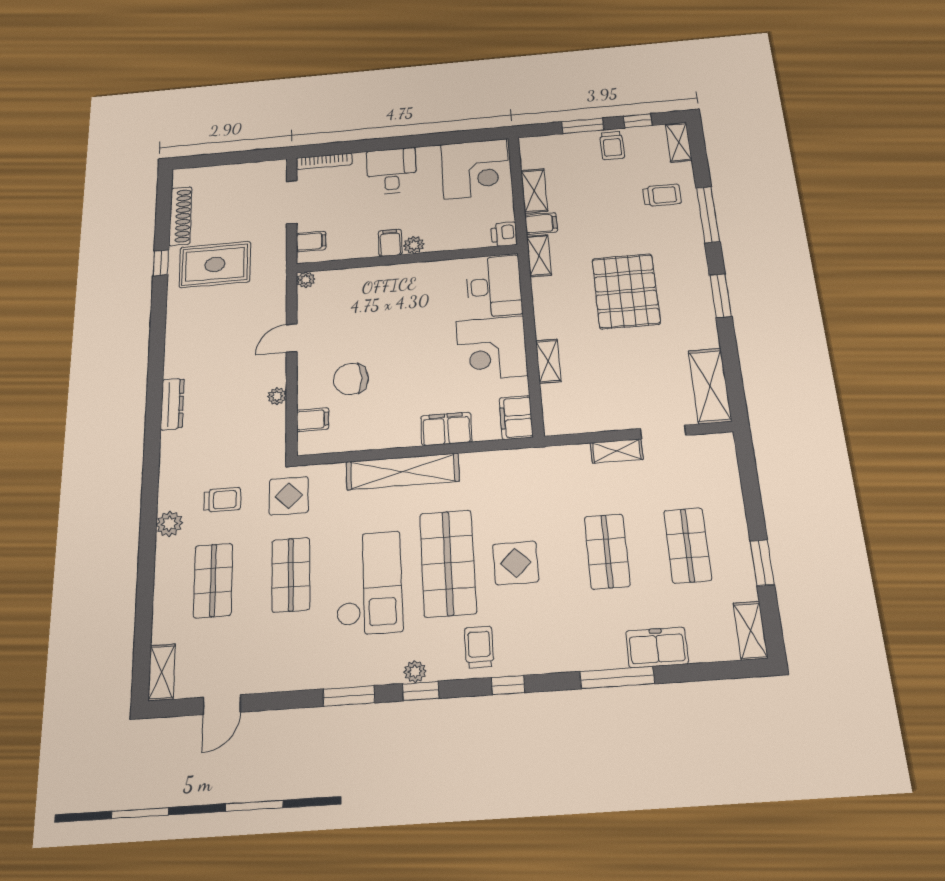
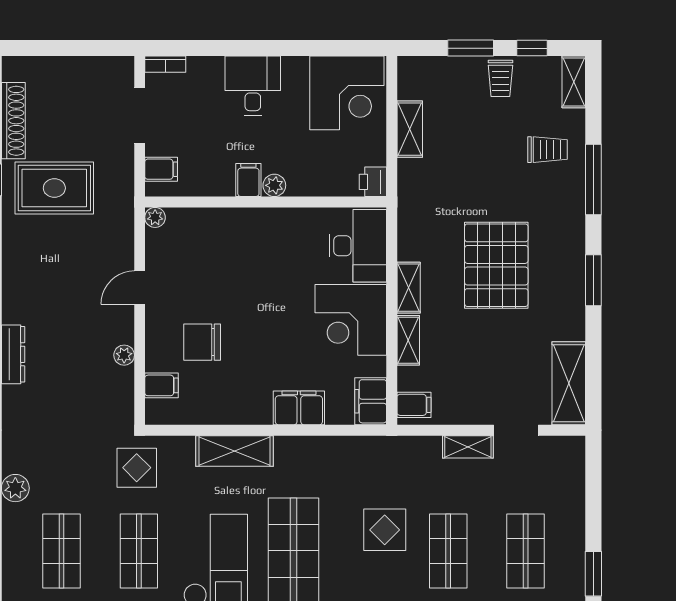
bookcase: (324, 161) -> (165, 64), width x0.64
filing cabinet: (541, 224) -> (414, 405), moved
shelving: (539, 256) -> (409, 288), moved
shelving: (403, 472) -> (234, 451), width x0.68
trolley: (222, 500) -> (69, 467), removed
display table: (516, 563) -> (385, 530), moved

